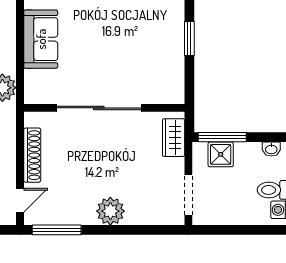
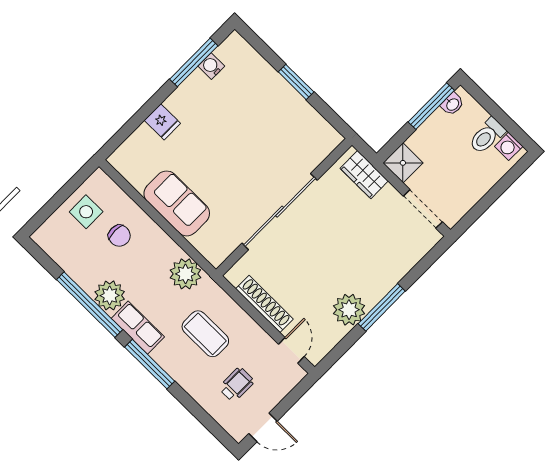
window: (222, 137) -> (431, 106), moved
shower: (221, 154) -> (403, 163), moved
plant: (110, 211) -> (349, 310), moved
window: (57, 230) -> (382, 307), moved

